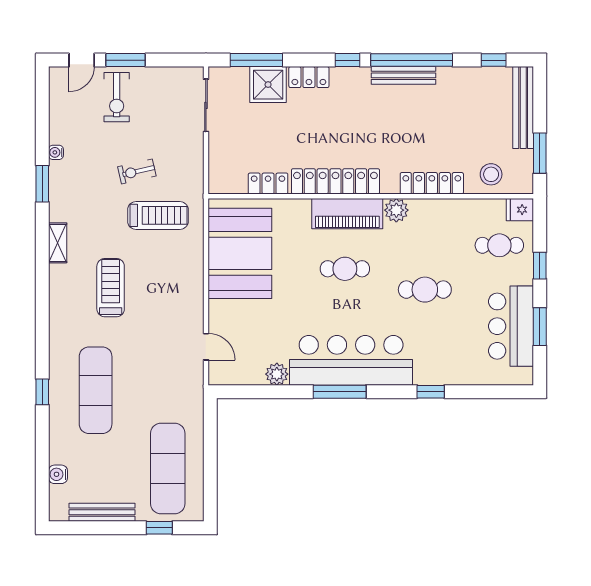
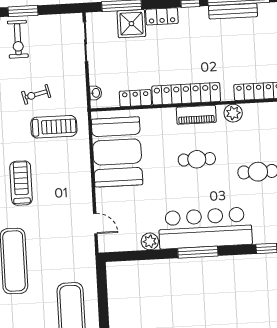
washbasin: (216, 174) -> (96, 93), added
piano: (347, 214) -> (196, 115), width x0.73, depth x0.75

